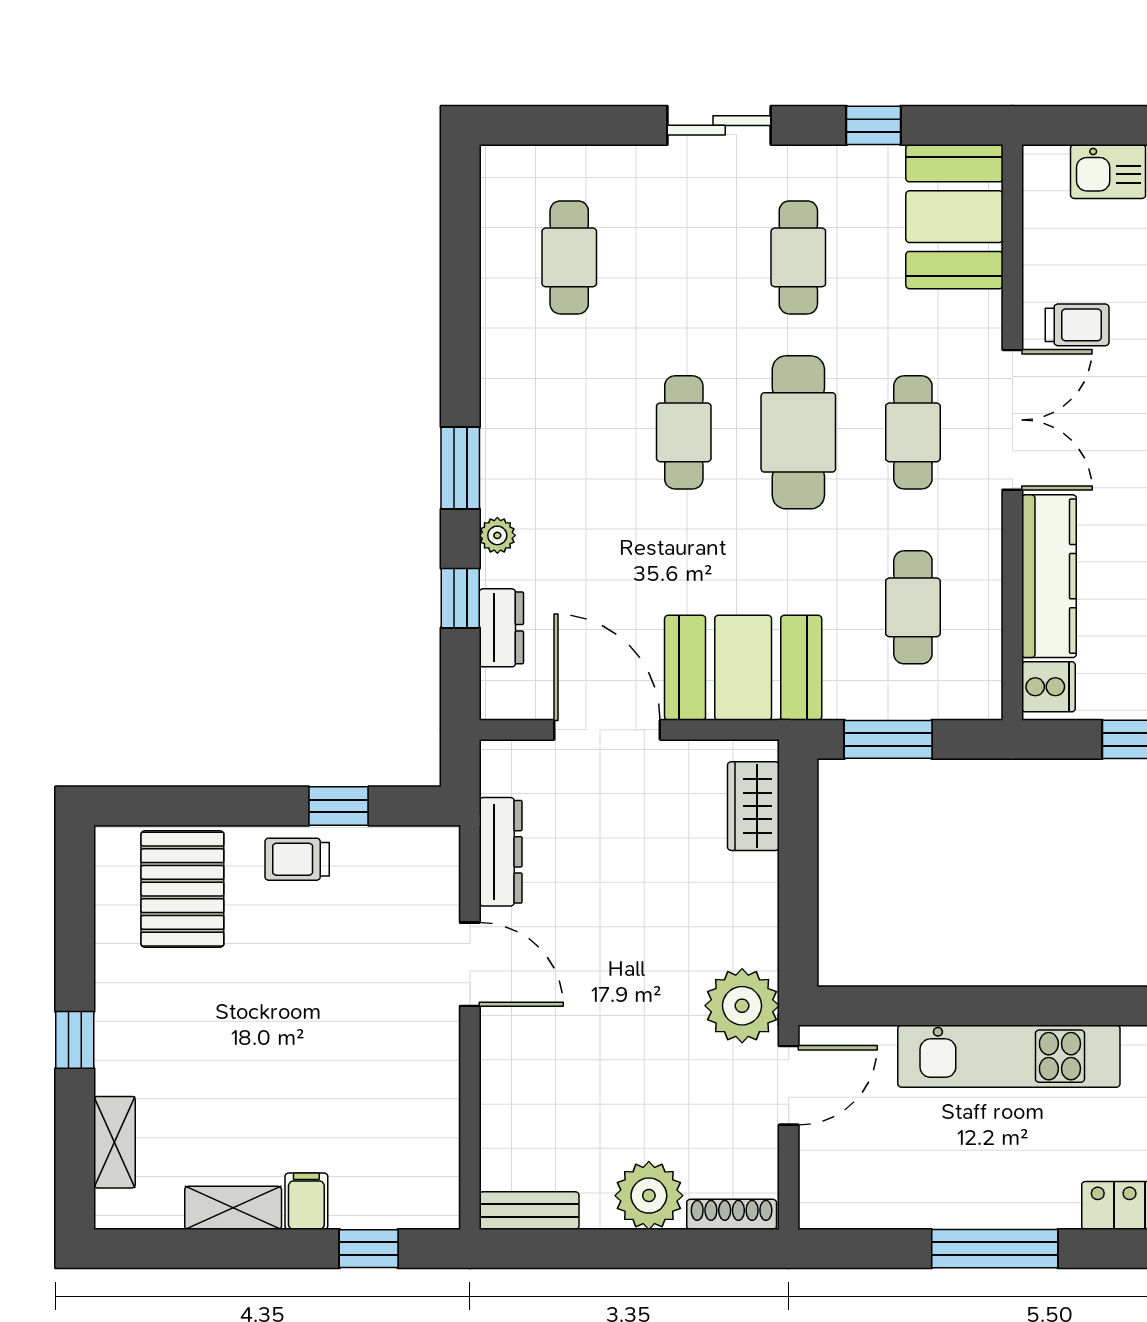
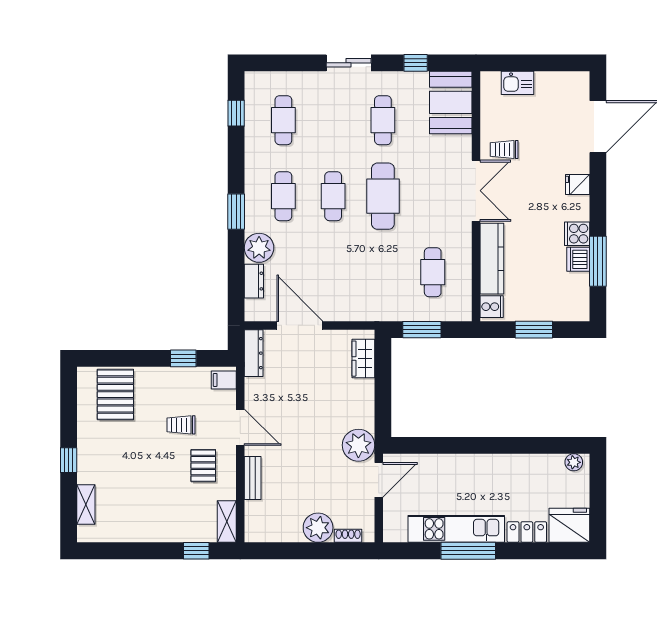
trolley: (1077, 325) -> (504, 149), turned 180
cafe table: (913, 432) -> (283, 196), moved
plant: (497, 535) -> (259, 248), width x1.87, depth x1.87
window: (460, 598) -> (236, 113), moved
booth: (743, 668) -> (359, 298), removed
dresser: (501, 852) -> (254, 353), moved
trolley: (297, 859) -> (181, 425), moved
pallet: (385, 1053) -> (203, 466), added
kitchen unit: (1009, 1056) -> (456, 529), moved, turned 180
filing cabinet: (306, 1201) -> (224, 380), moved, turned -90
shelving: (233, 1208) -> (227, 522), moved, turned 90
bench: (529, 1211) -> (253, 478), moved, turned 90
shoe rack: (732, 1214) -> (348, 536), width x0.70

